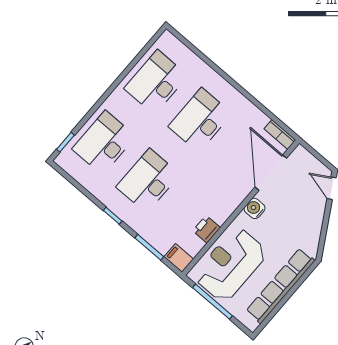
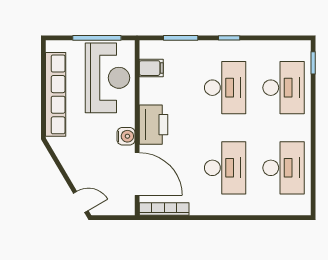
bookcase: (280, 134) -> (164, 209), width x1.56
printer: (207, 229) -> (154, 125), moved, width x1.87, depth x1.48
filing cabinet: (179, 258) -> (151, 68), moved

